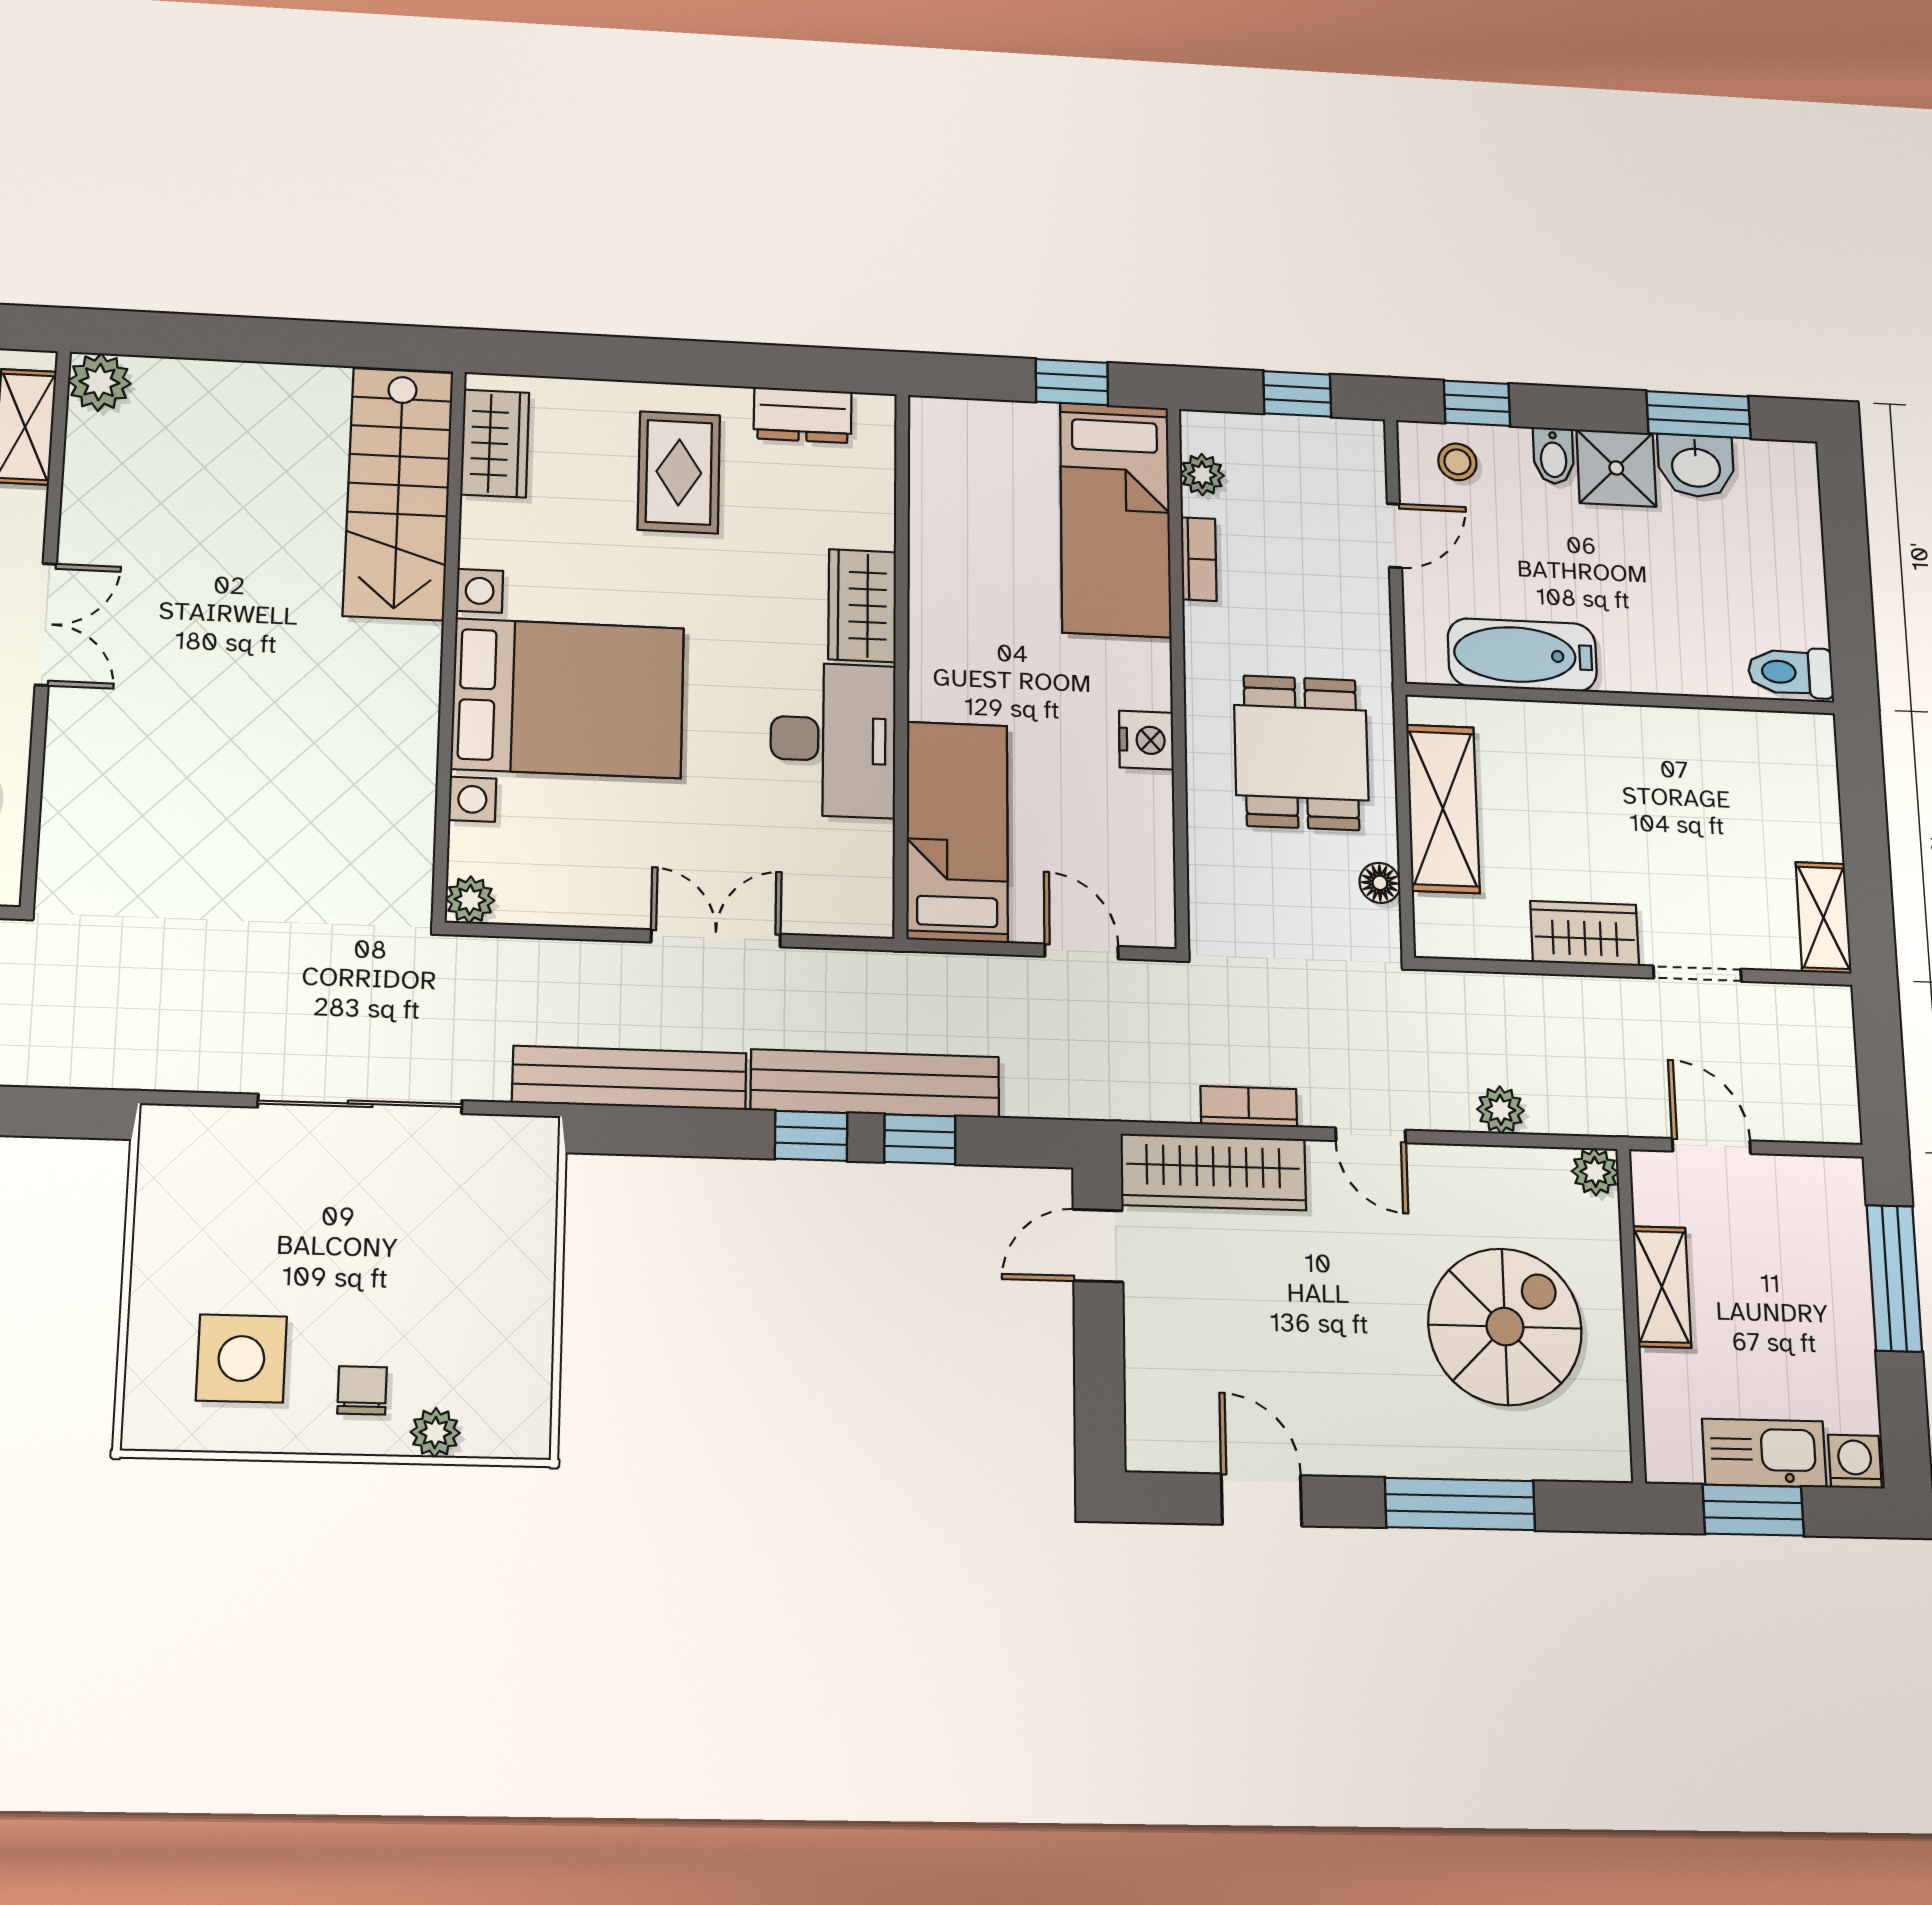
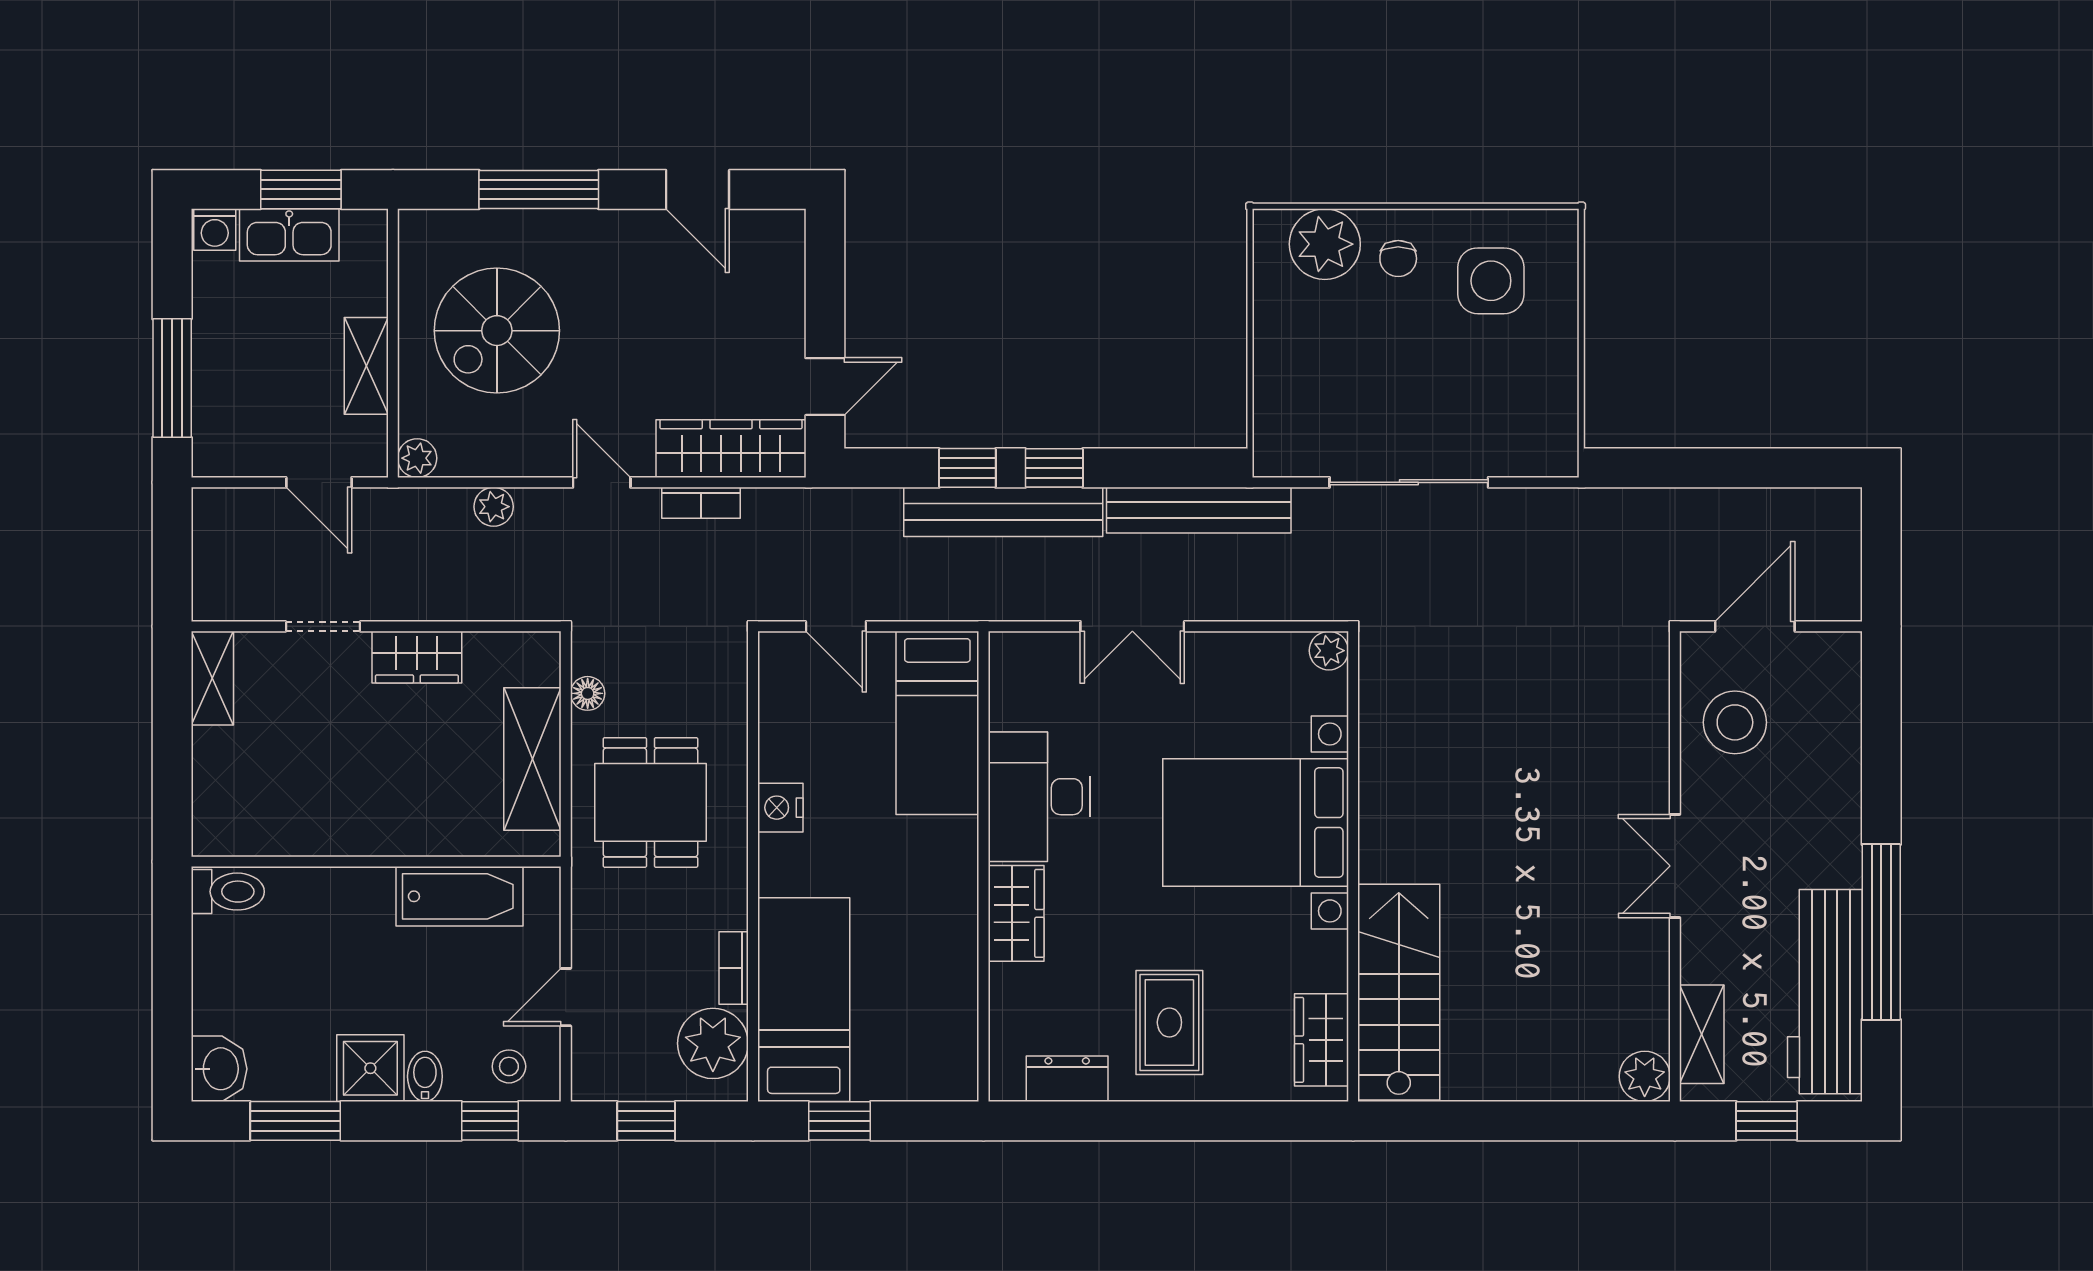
washbasin: (1696, 466) -> (219, 1069), moved, turned 90
plant: (1202, 475) -> (713, 1043), width x1.88, depth x1.88
plant: (435, 1433) -> (1325, 244), width x1.88, depth x1.88

